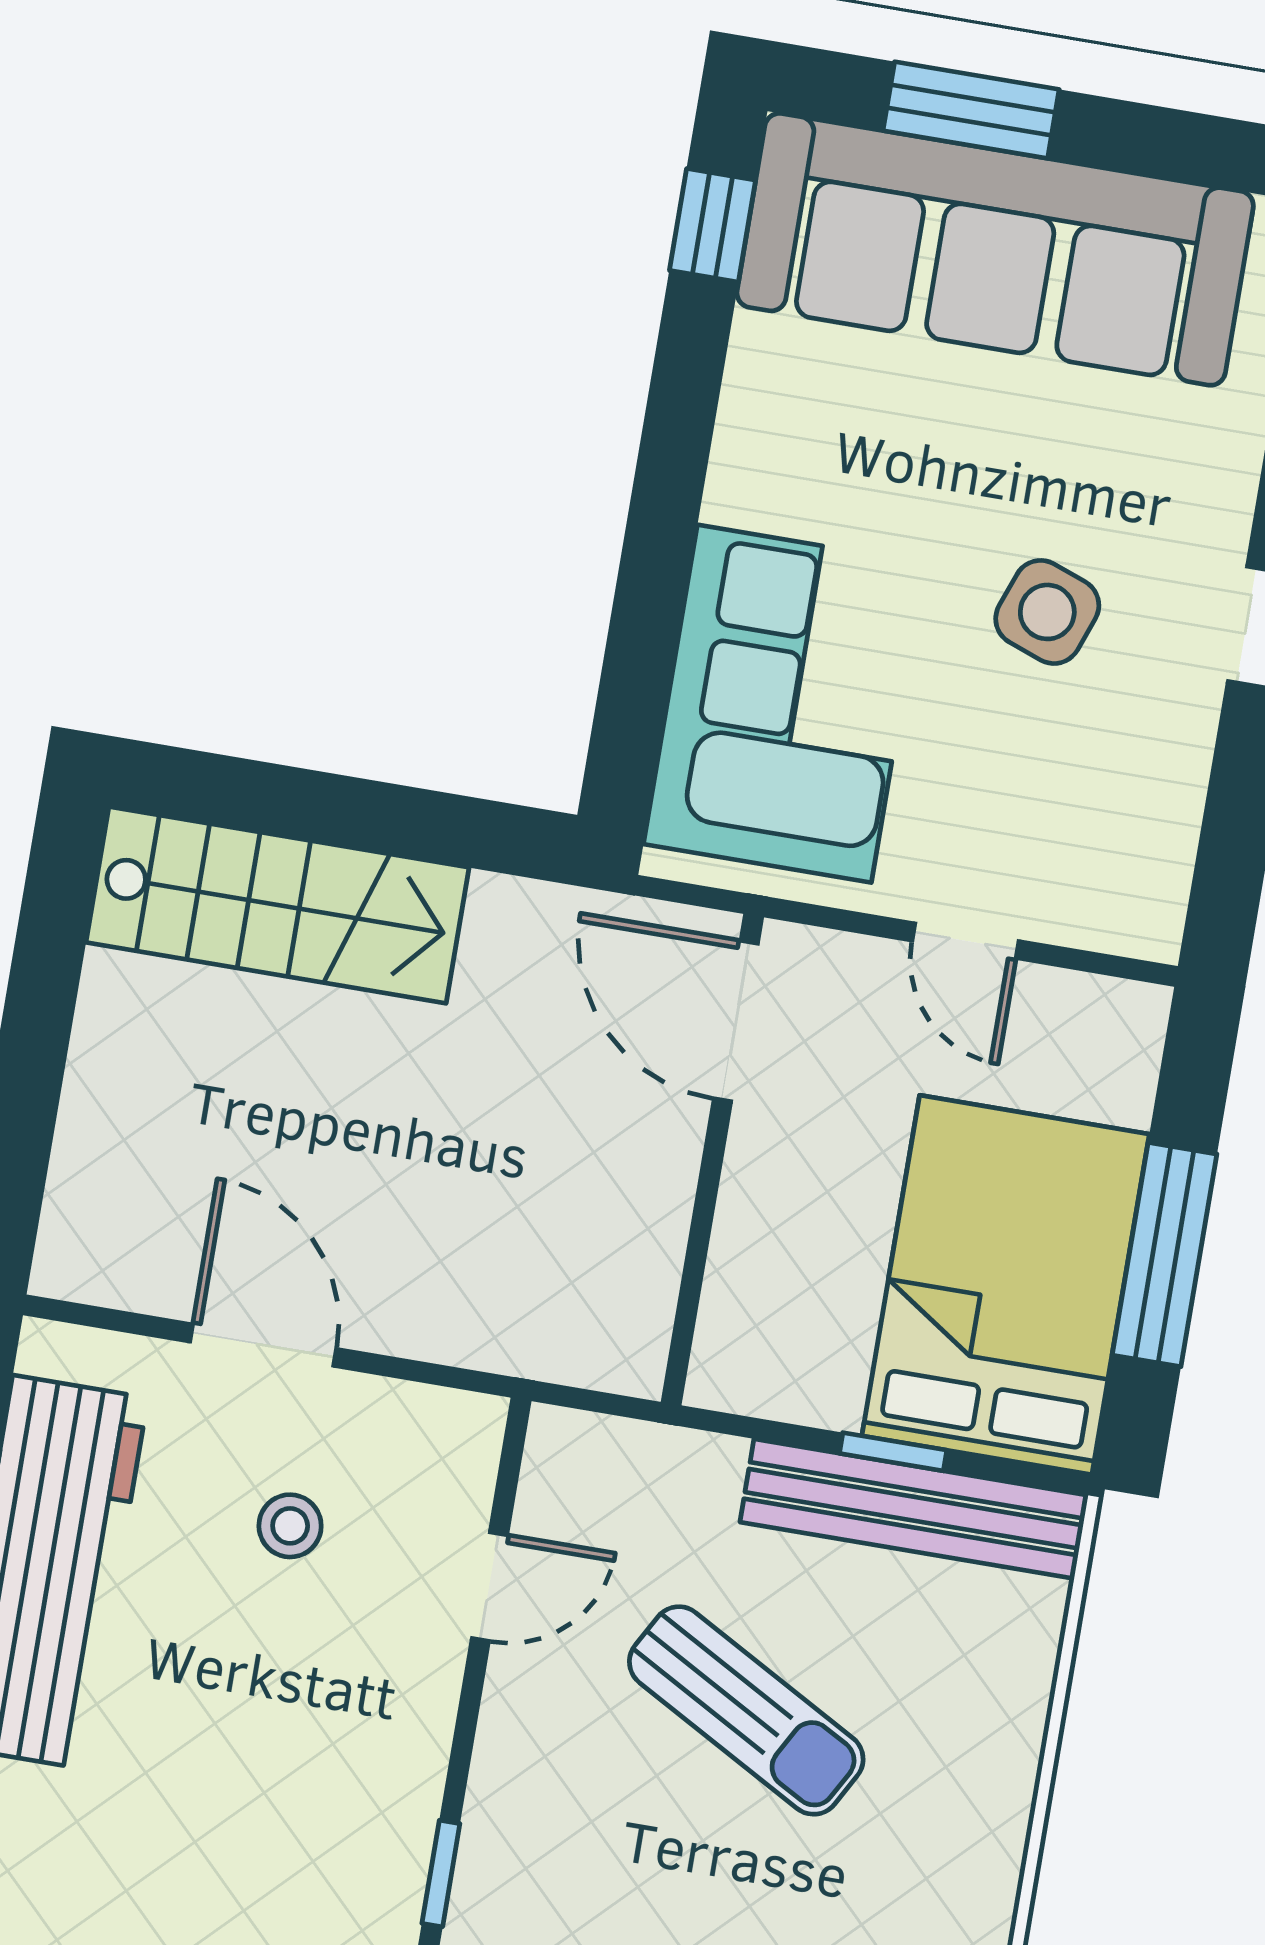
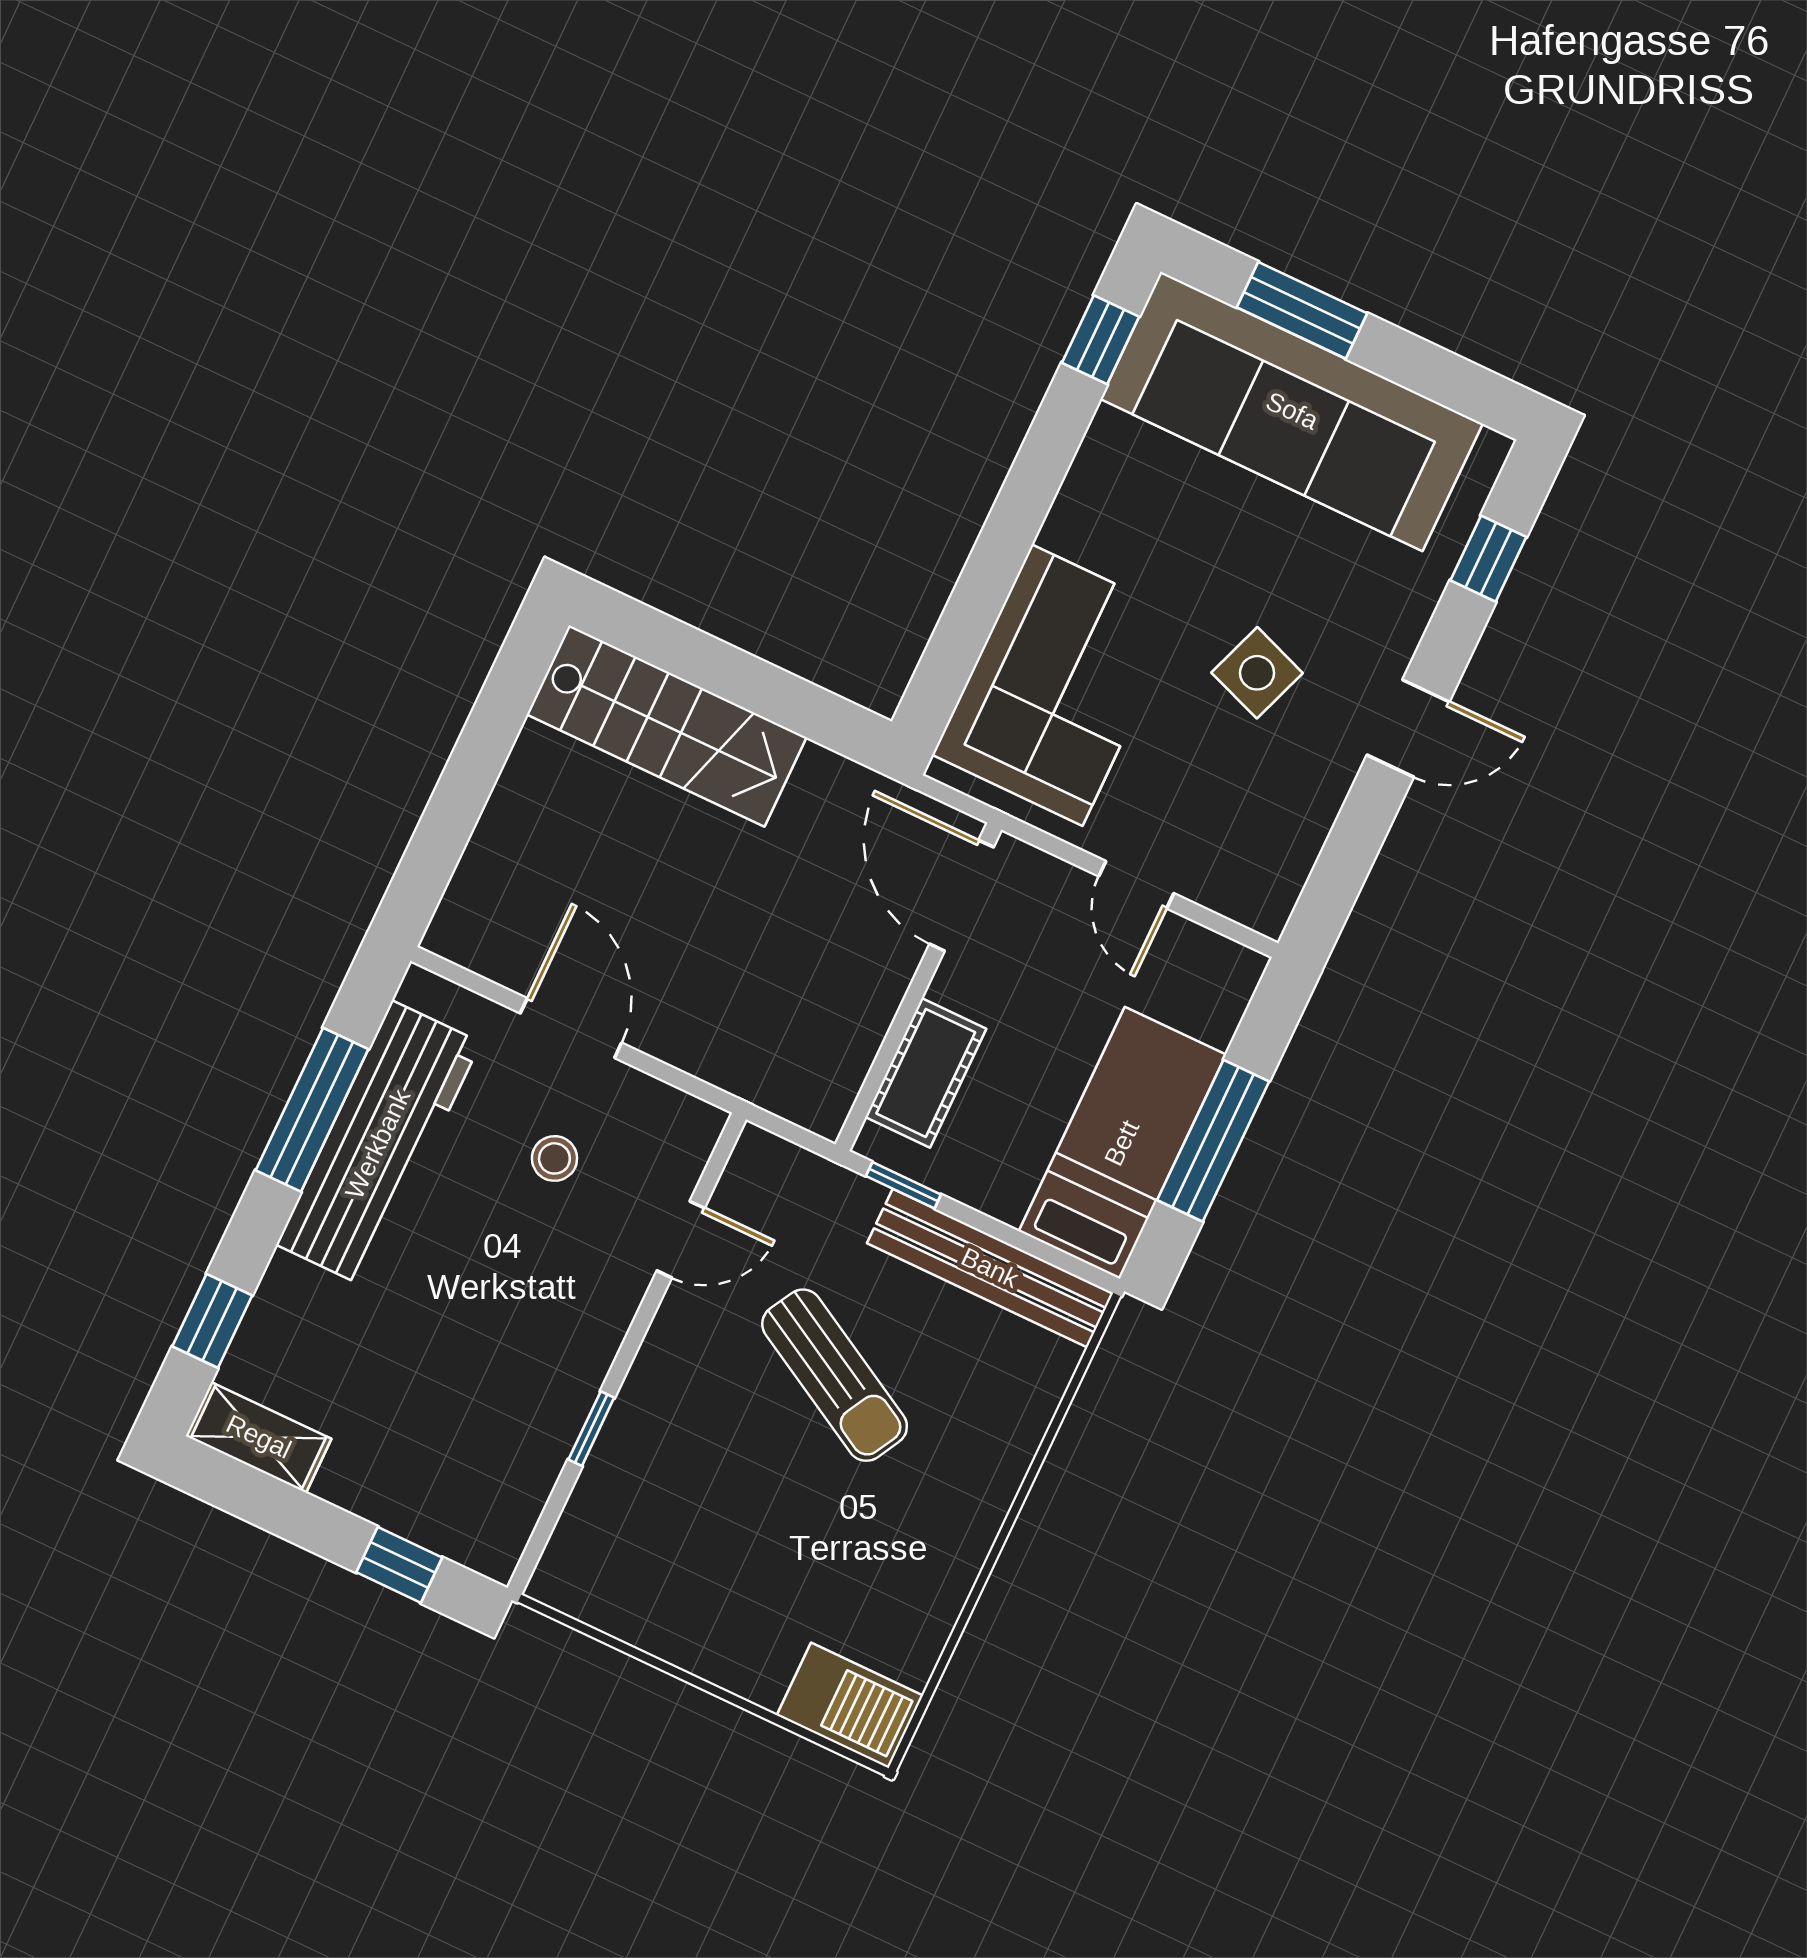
cot: (755, 1272) -> (926, 1073), added
bed: (1006, 1285) -> (1122, 1143), width x0.67
window: (893, 1452) -> (903, 1185), moved

